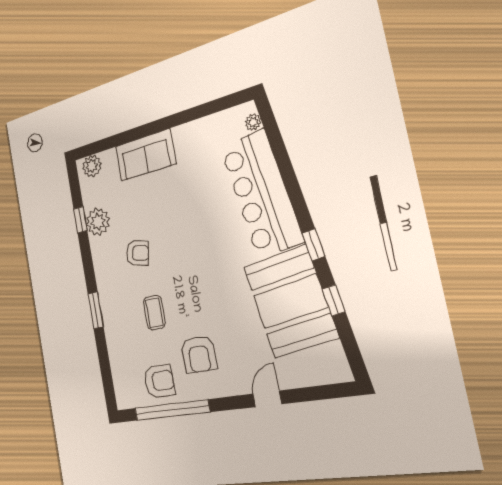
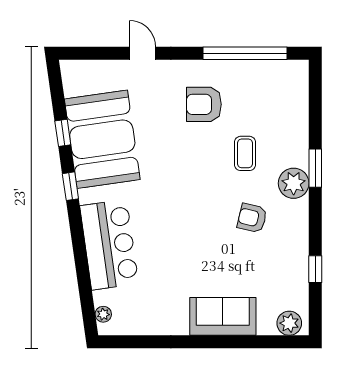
bar counter: (261, 194) -> (109, 245), width x0.73
plant: (98, 222) -> (294, 183), moved
armchair: (199, 354) -> (204, 104), turned -90
armchair: (159, 381) -> (253, 84), removed
door: (267, 399) -> (142, 53), swing flipped

